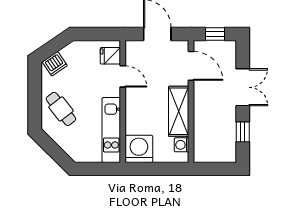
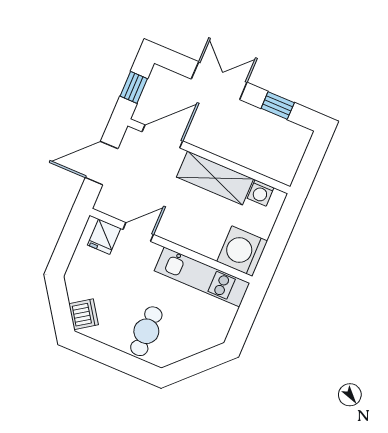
cafe table: (61, 109) -> (146, 331), turned -52

